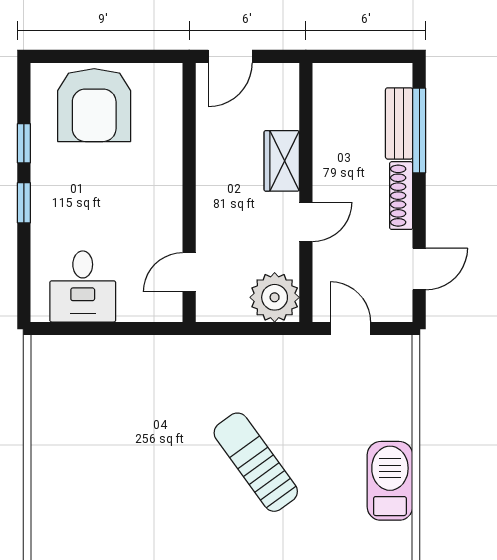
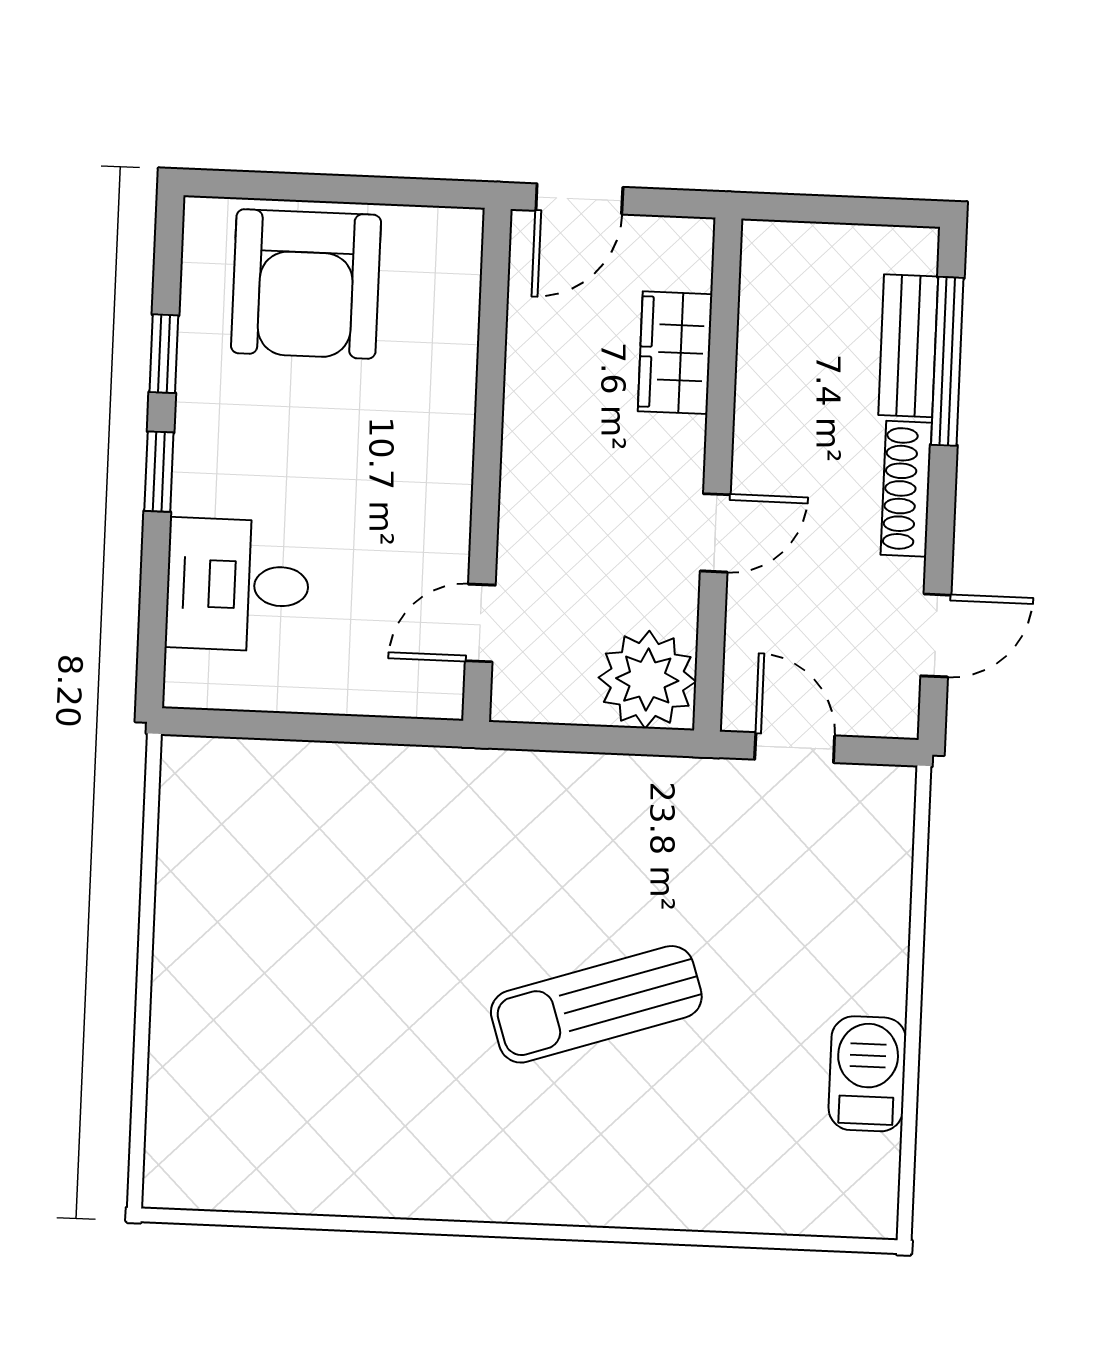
wardrobe: (282, 161) -> (675, 353), moved
desk: (83, 286) -> (237, 585), moved, turned 90
sun lounger: (256, 462) -> (596, 1004), turned -72
barbecue: (390, 481) -> (867, 1074), width x0.73, depth x0.83

